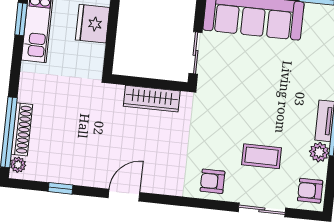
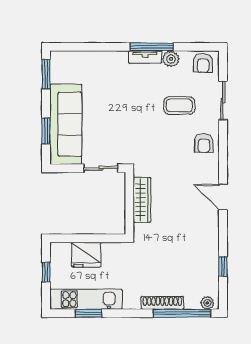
shoe rack: (22, 129) -> (162, 303), moved
coffee table: (262, 156) -> (179, 105), turned 90
door: (124, 195) -> (223, 197), moved

